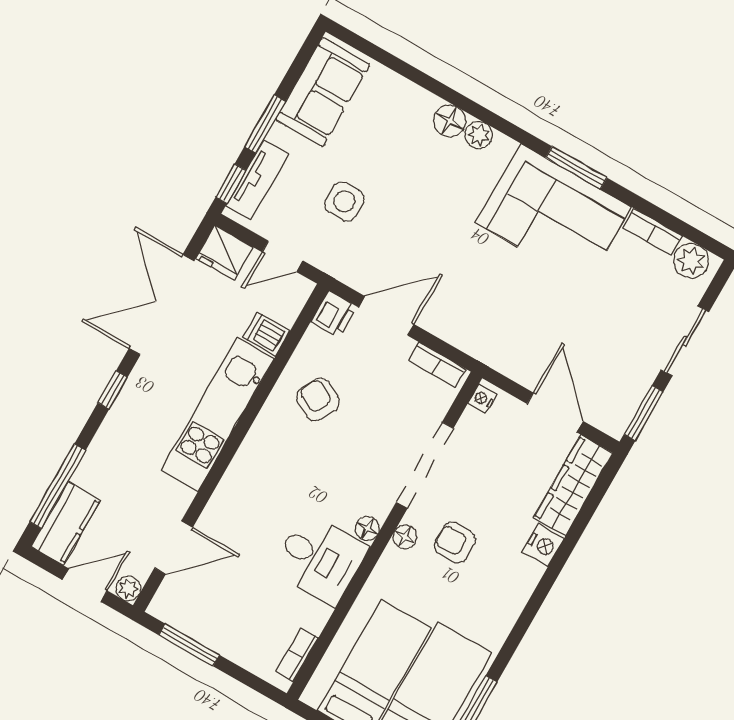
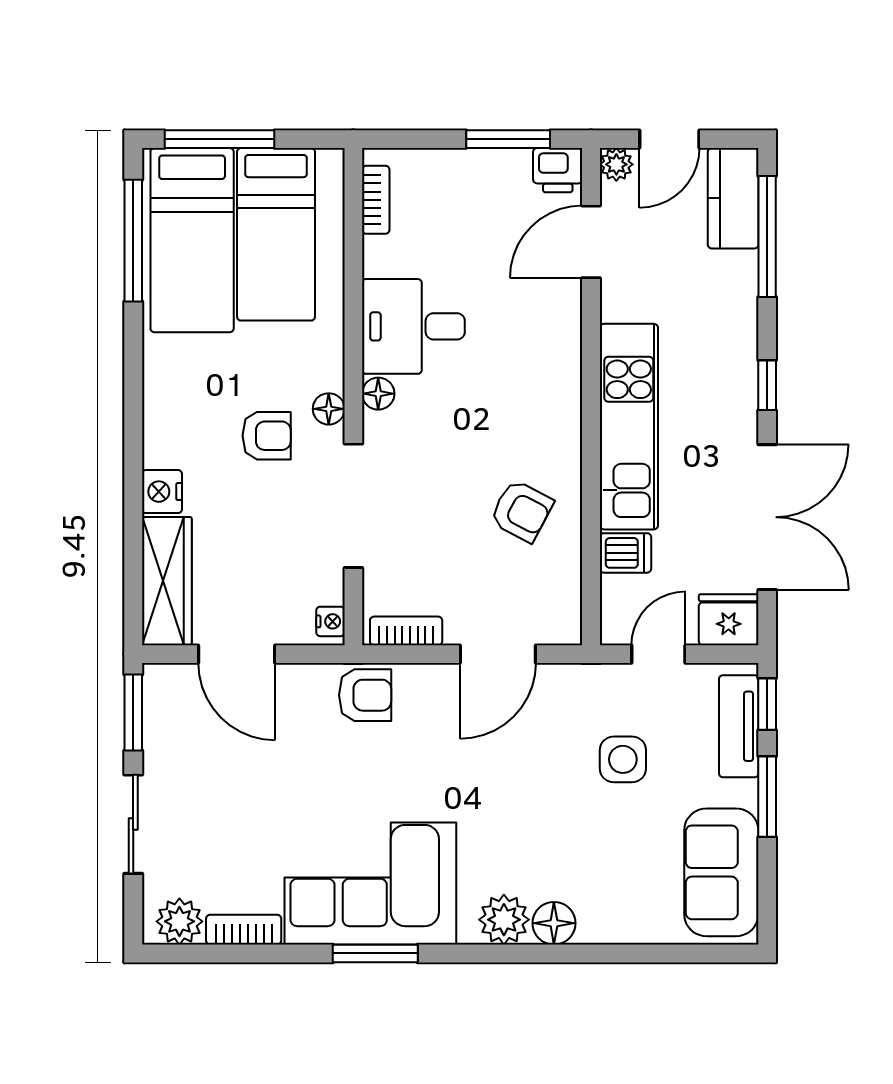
plant: (479, 135) -> (504, 920), width x1.38, depth x1.38
printer: (334, 314) -> (558, 170), moved, turned -90
armchair: (487, 338) -> (365, 695), added

